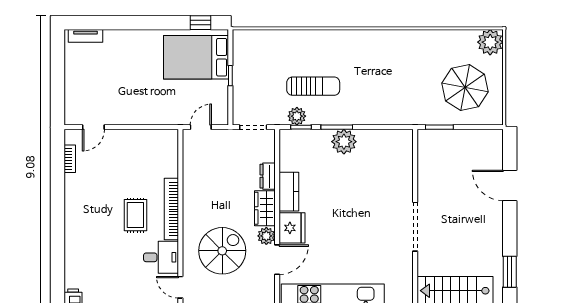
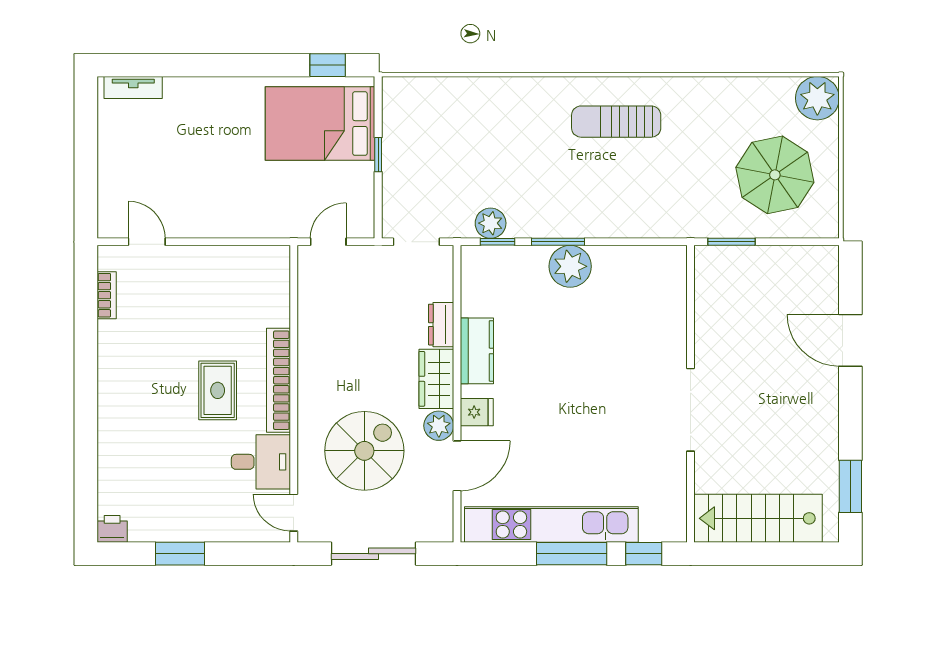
sun lounger: (313, 86) -> (616, 122), moved, turned 180
door: (93, 127) -> (147, 242), swing flipped
fridge: (292, 228) -> (477, 412), width x0.53, depth x0.75

